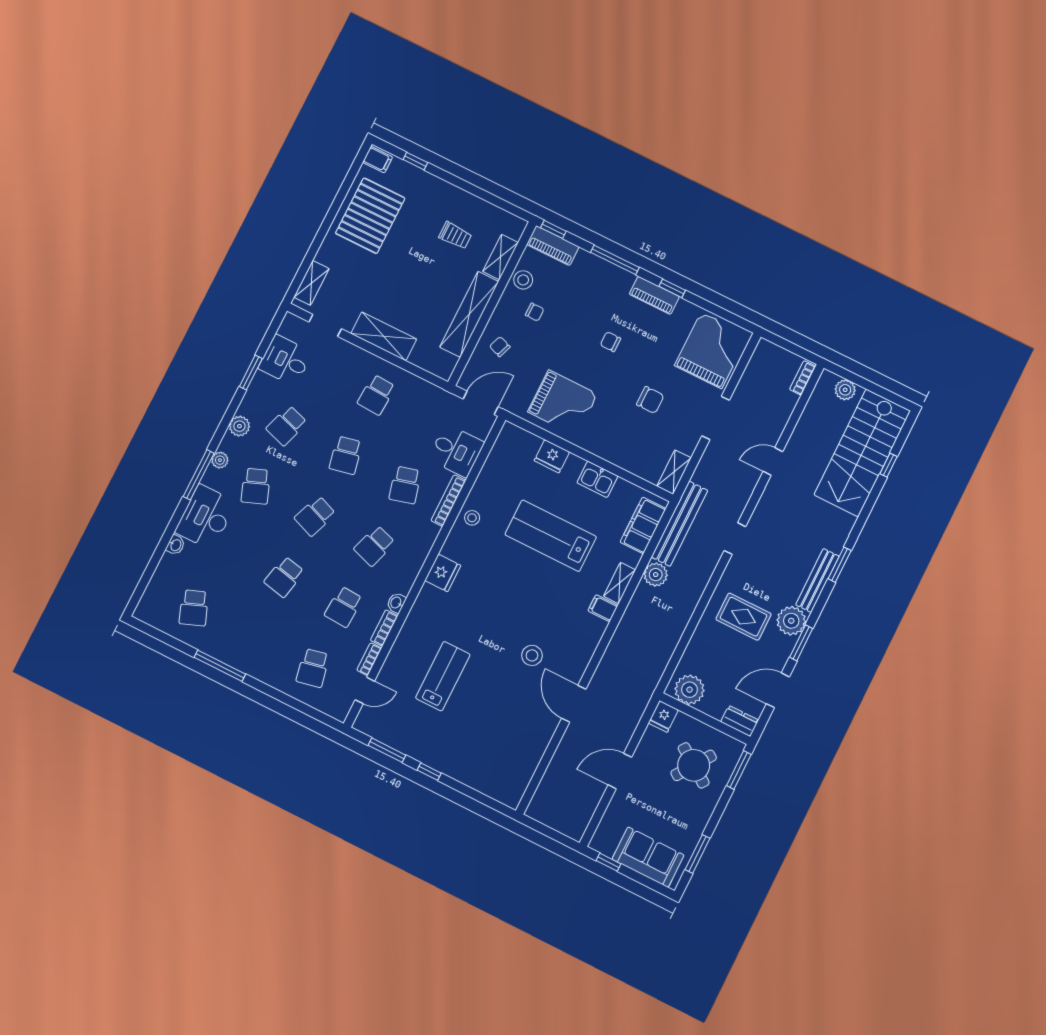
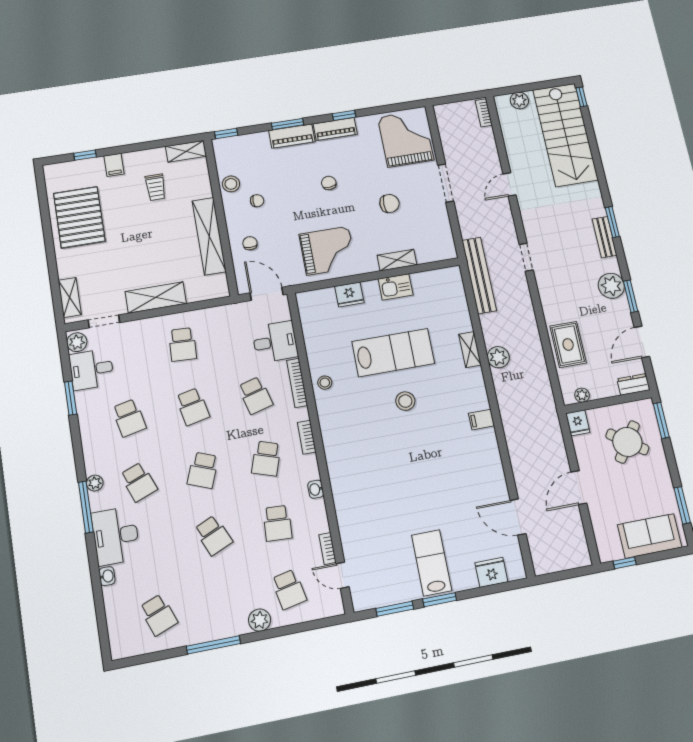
filing cabinet: (378, 160) -> (114, 165), moved, turned 90
trolley: (455, 235) -> (156, 187), turned 90
piano: (553, 246) -> (292, 136), moved
shelving: (500, 257) -> (186, 151), moved, turned 90
window: (615, 260) -> (288, 124), width x0.69
chair: (610, 342) -> (329, 183), turned 84
chair: (500, 347) -> (250, 243), turned 70
door: (481, 403) -> (267, 294), hinge flipped
plant: (239, 426) -> (77, 342), moved
school desk: (287, 426) -> (129, 418), turned -30
window: (889, 465) -> (581, 97), moved
shelving: (674, 472) -> (397, 260), moved, turned 90
filing cabinet: (643, 525) -> (454, 296), removed
lab bench: (551, 536) -> (393, 353), turned 180
fridge: (443, 573) -> (491, 572), moved, turned -90
plant: (656, 575) -> (498, 357), moved
school desk: (284, 577) -> (213, 535), turned -36
bench: (817, 580) -> (605, 237), width x0.73
filing cabinet: (603, 608) -> (481, 420), moved
rug: (744, 617) -> (568, 344), moved, turned 90
bookcase: (384, 628) -> (307, 437), moved
stool: (532, 655) -> (405, 401), moved
plant: (271, 674) -> (260, 620), added
lab bench: (443, 676) -> (432, 563), moved
door: (365, 690) -> (343, 575), swing flipped
plant: (689, 690) -> (582, 395), width x0.53, depth x0.53
door: (574, 704) -> (518, 517), moved
window: (429, 772) -> (440, 600), width x1.50

